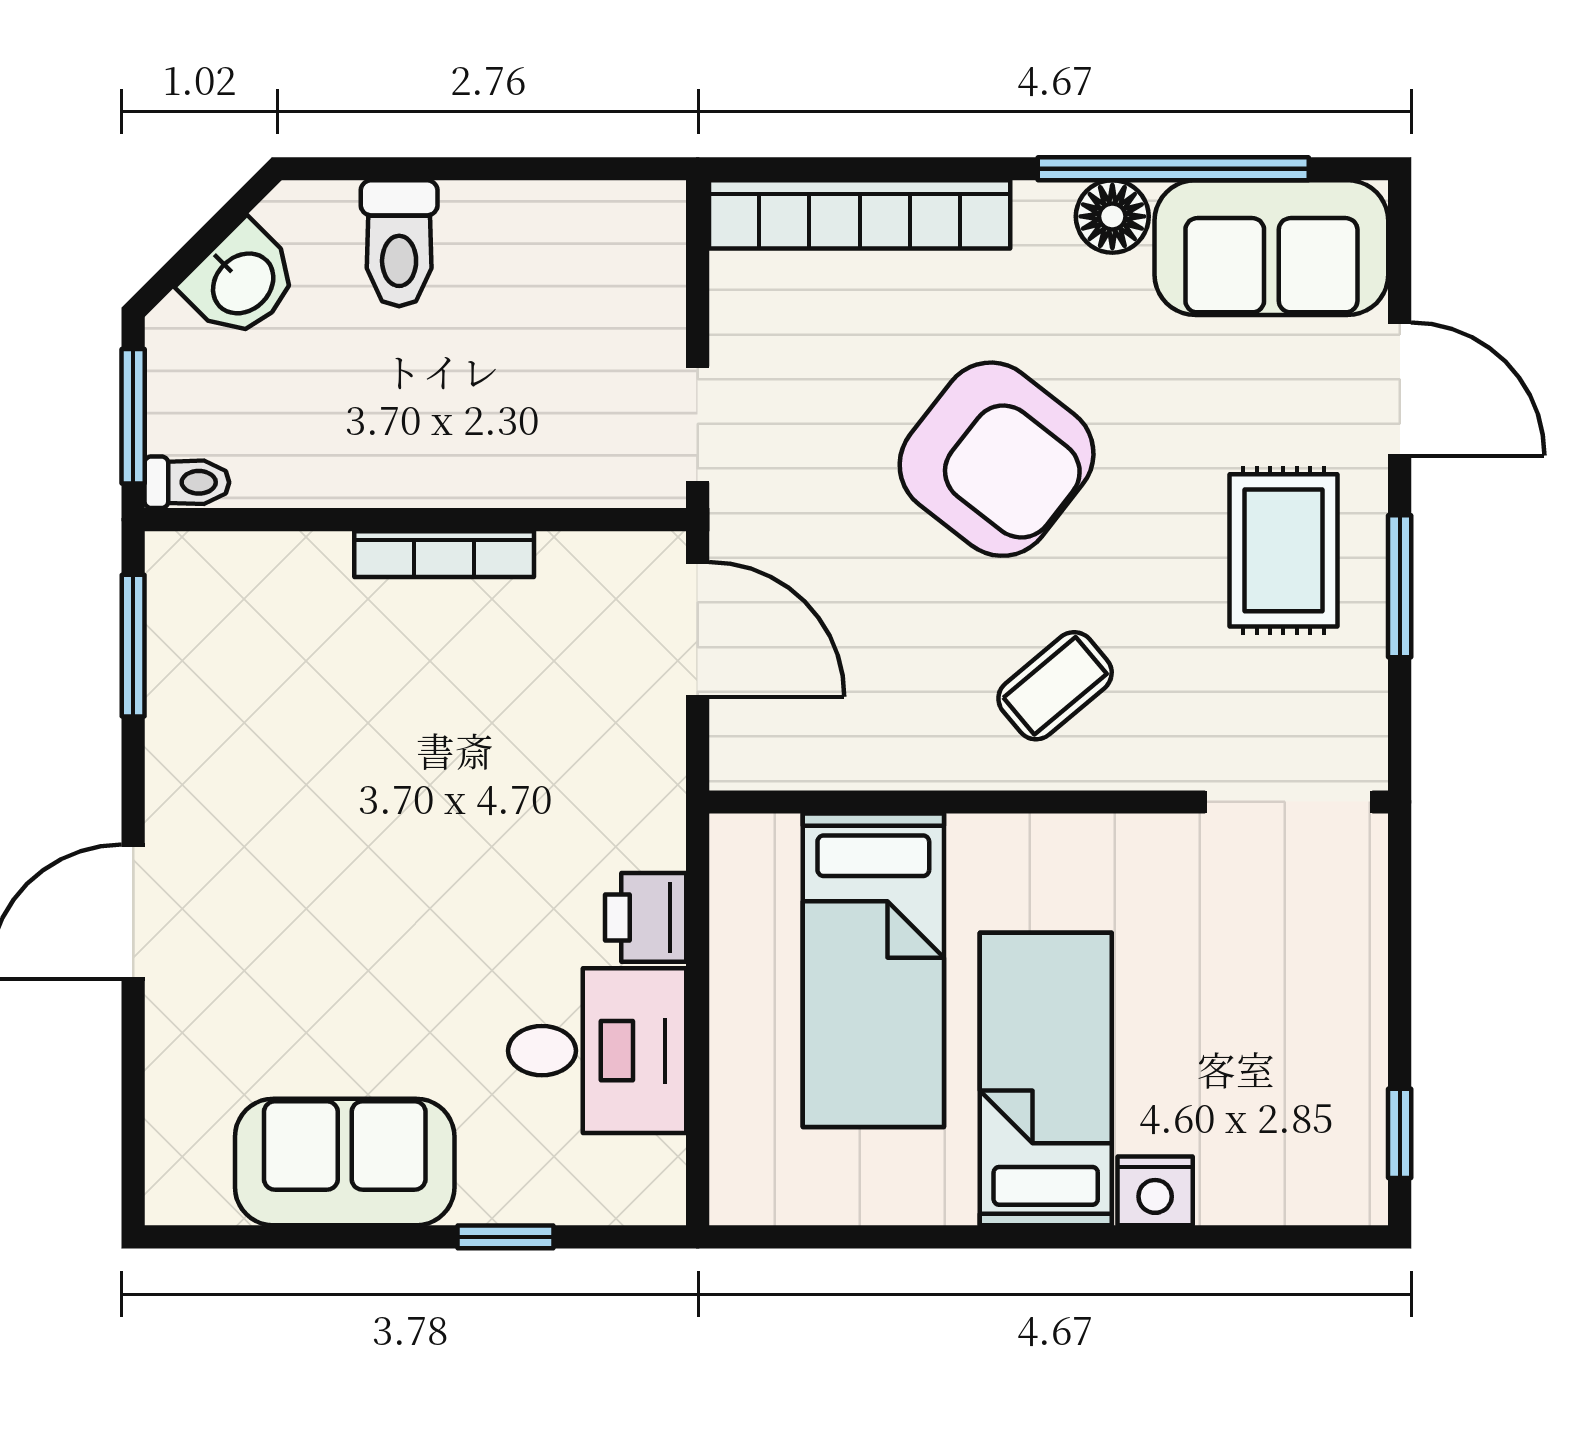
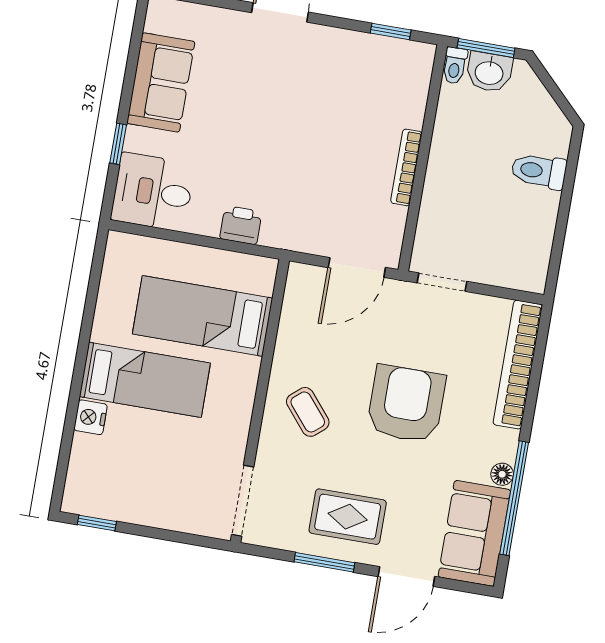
floor lamp: (1112, 216) -> (502, 474), width x0.73, depth x0.73
washbasin: (241, 282) -> (489, 72), moved, turned -45
armchair: (997, 459) -> (406, 404), turned 142
window: (133, 646) -> (391, 32), width x0.67
desk: (597, 1051) -> (153, 192), moved, turned 90

